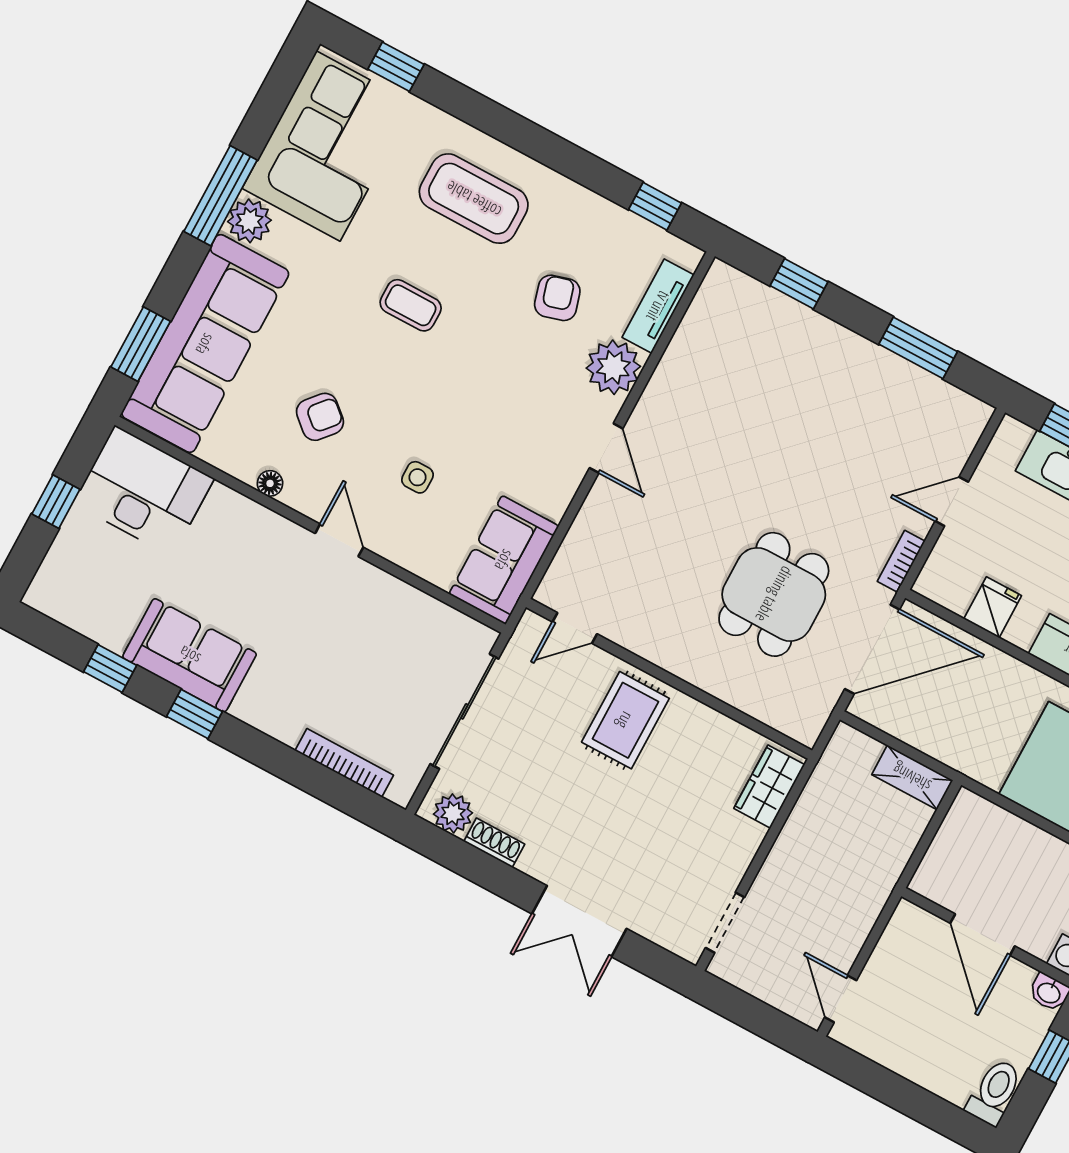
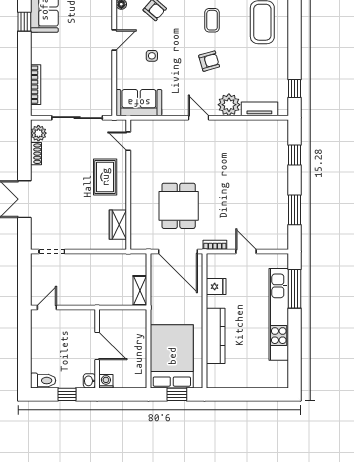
armchair: (557, 298) -> (209, 61), moved
door: (606, 448) -> (199, 118), swing flipped
dining table: (774, 594) -> (179, 206), turned 90
rug: (625, 720) -> (105, 177), turned 90
wardrobe: (769, 787) -> (118, 225), moved, turned -90
door: (983, 935) -> (97, 346), swing flipped

